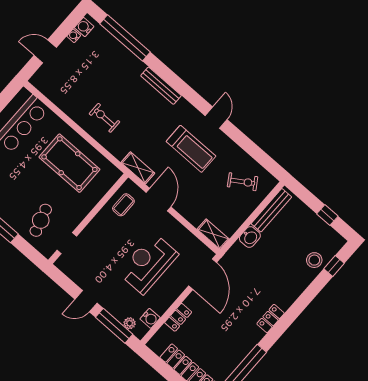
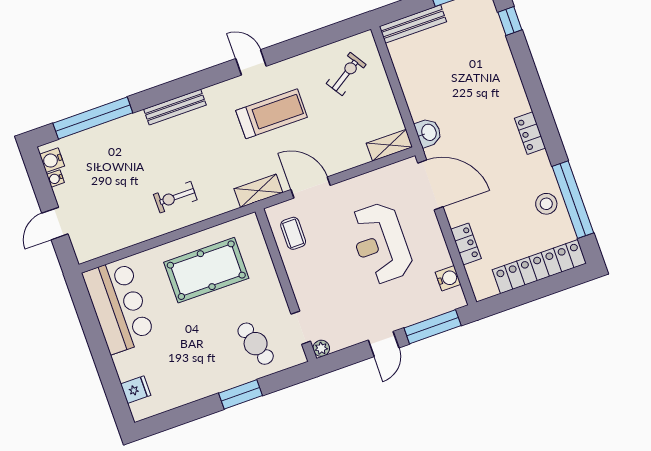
bench: (271, 210) -> (413, 24), moved, turned 90
washbasin: (250, 237) -> (428, 133), moved
stool: (314, 260) -> (546, 204), moved
plant: (130, 323) -> (321, 348), moved

